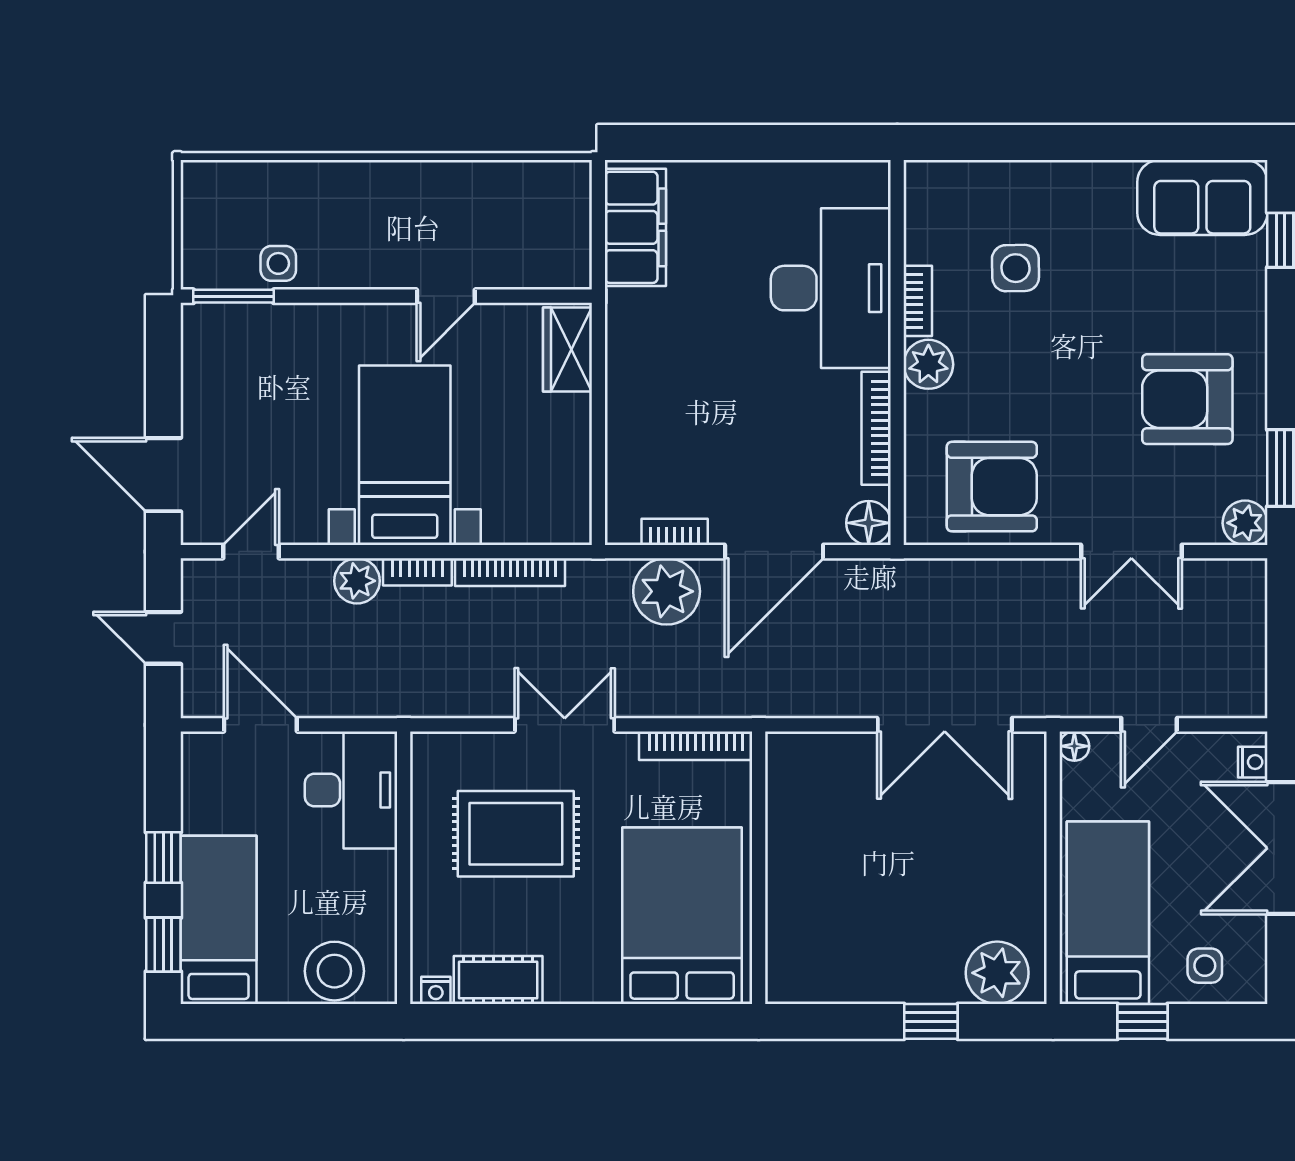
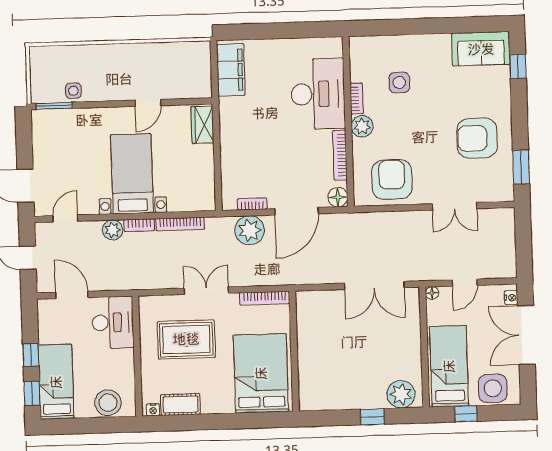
armchair: (992, 487) -> (392, 179), turned -90
plant: (1245, 523) -> (504, 192), removed
side table: (1205, 966) -> (493, 388), width x1.87, depth x1.87

